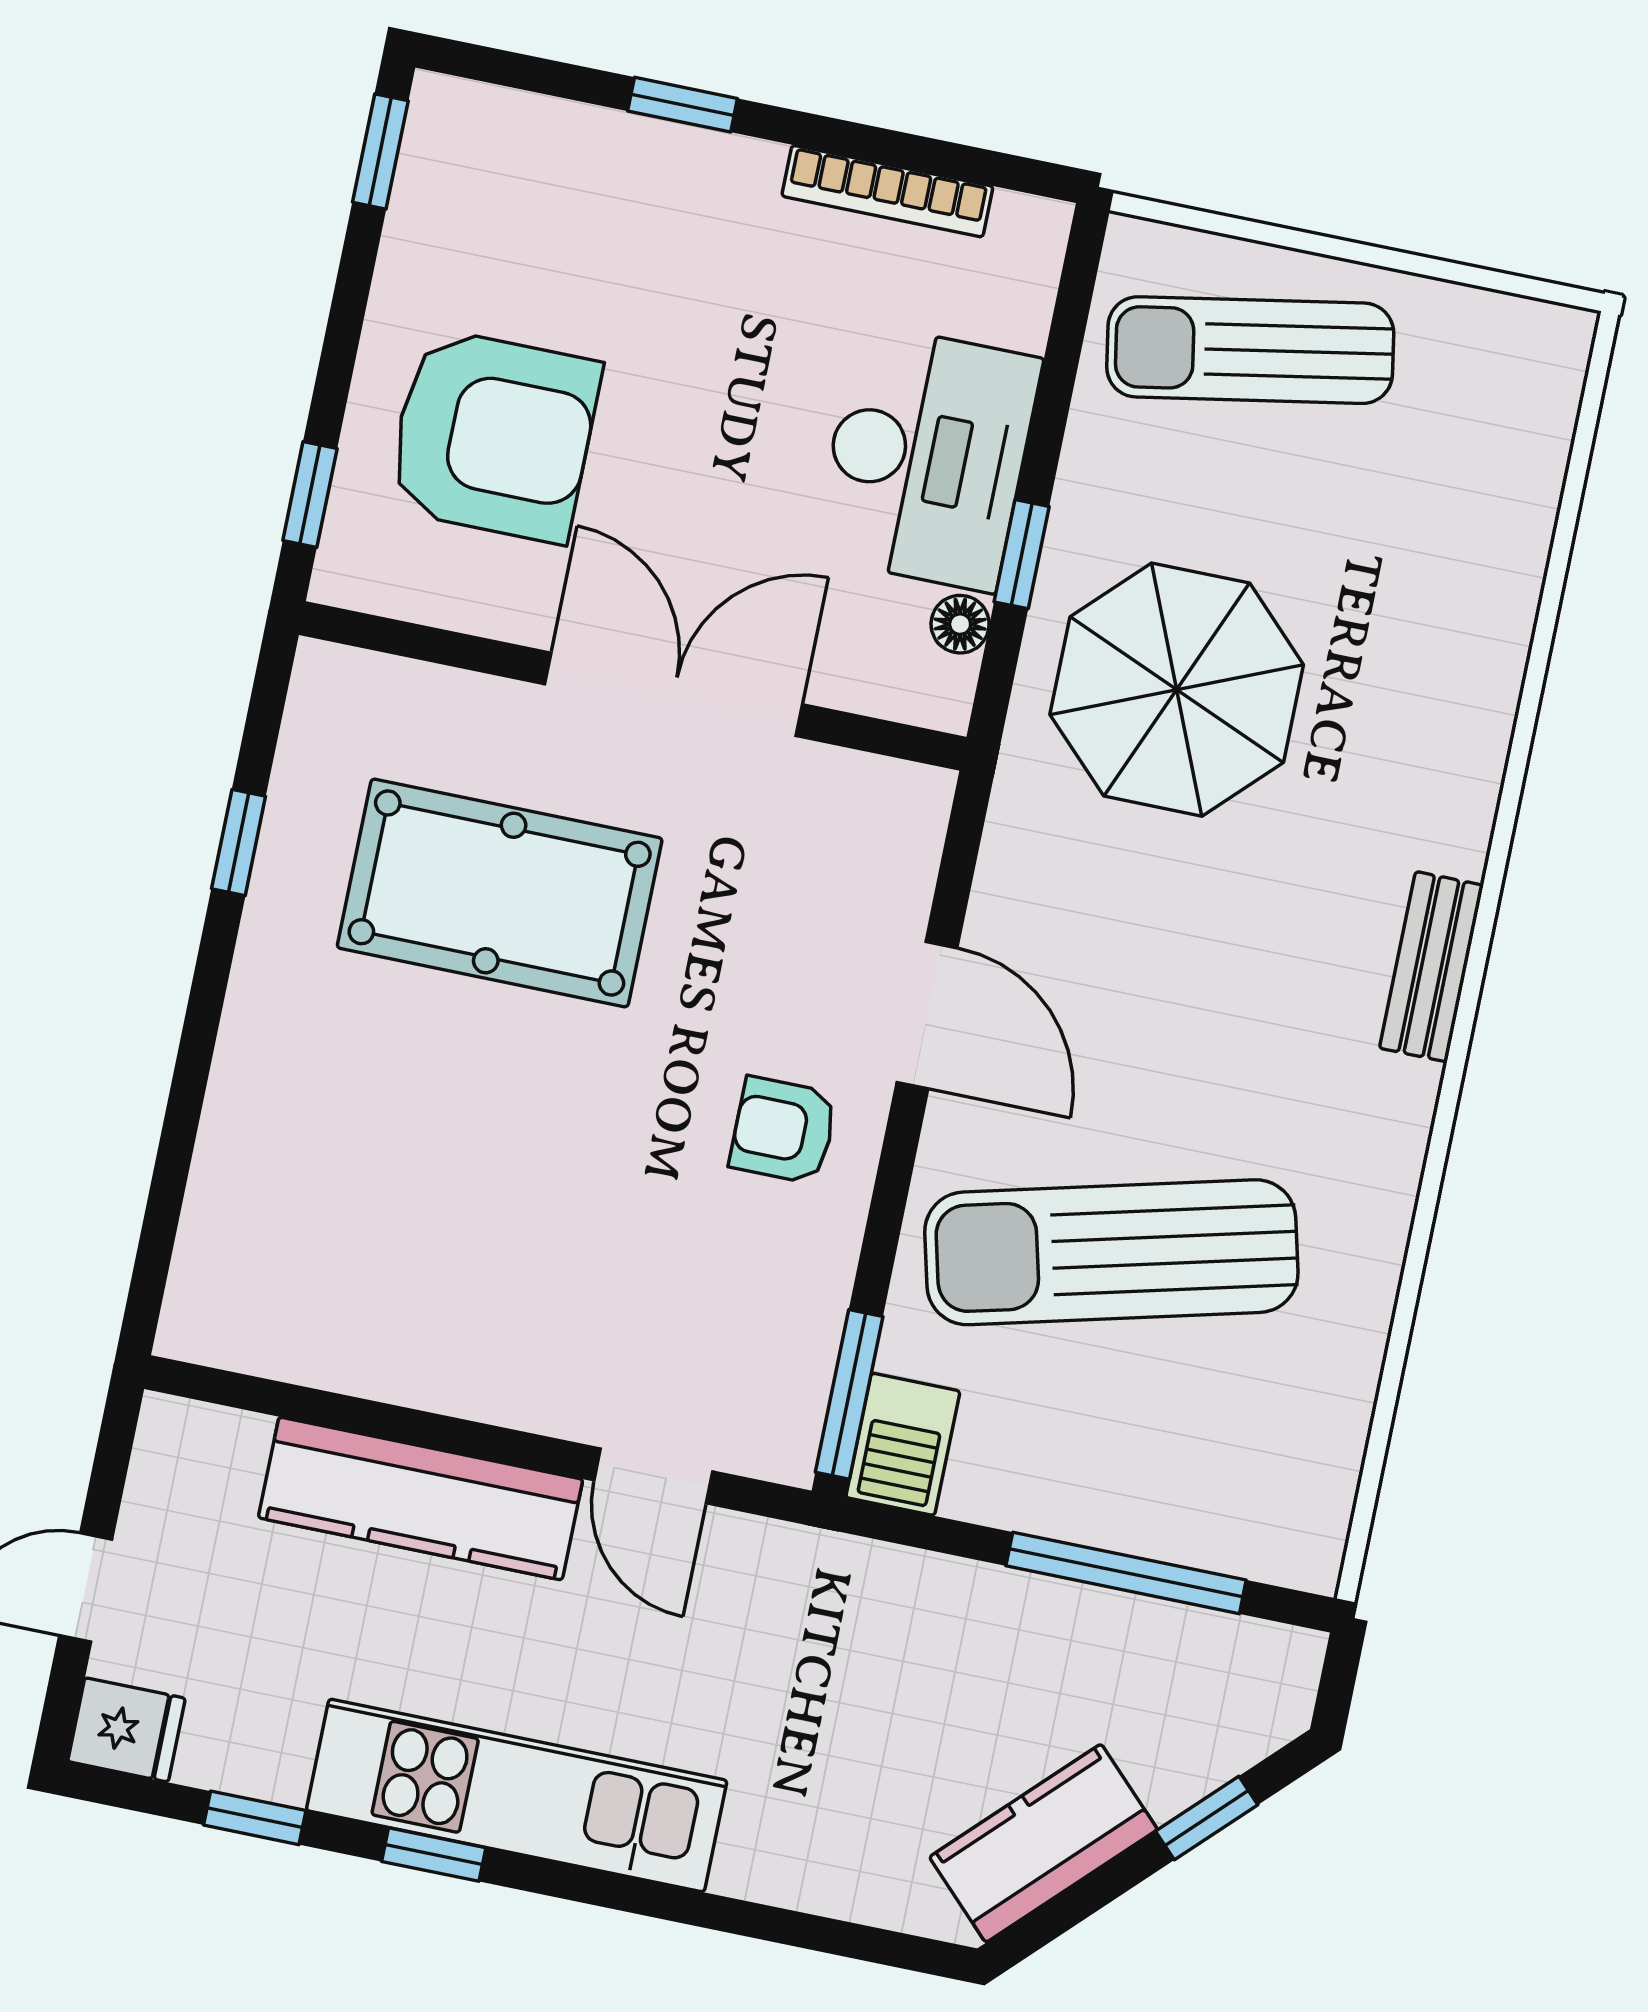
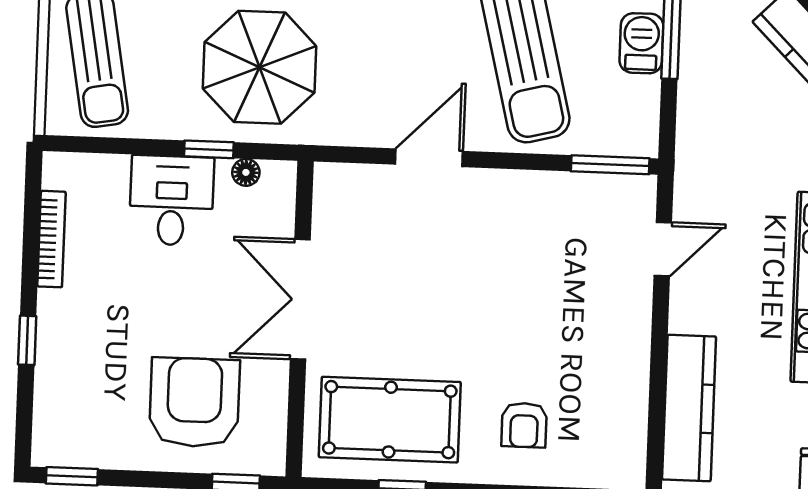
desk: (927, 458) -> (172, 200), width x0.73
pool table: (500, 893) -> (390, 420), moved, turned 90
armchair: (783, 1130) -> (524, 425), moved
barbecue: (903, 1444) -> (641, 43), moved, turned -90
kitchen counter: (421, 1499) -> (689, 408), moved

